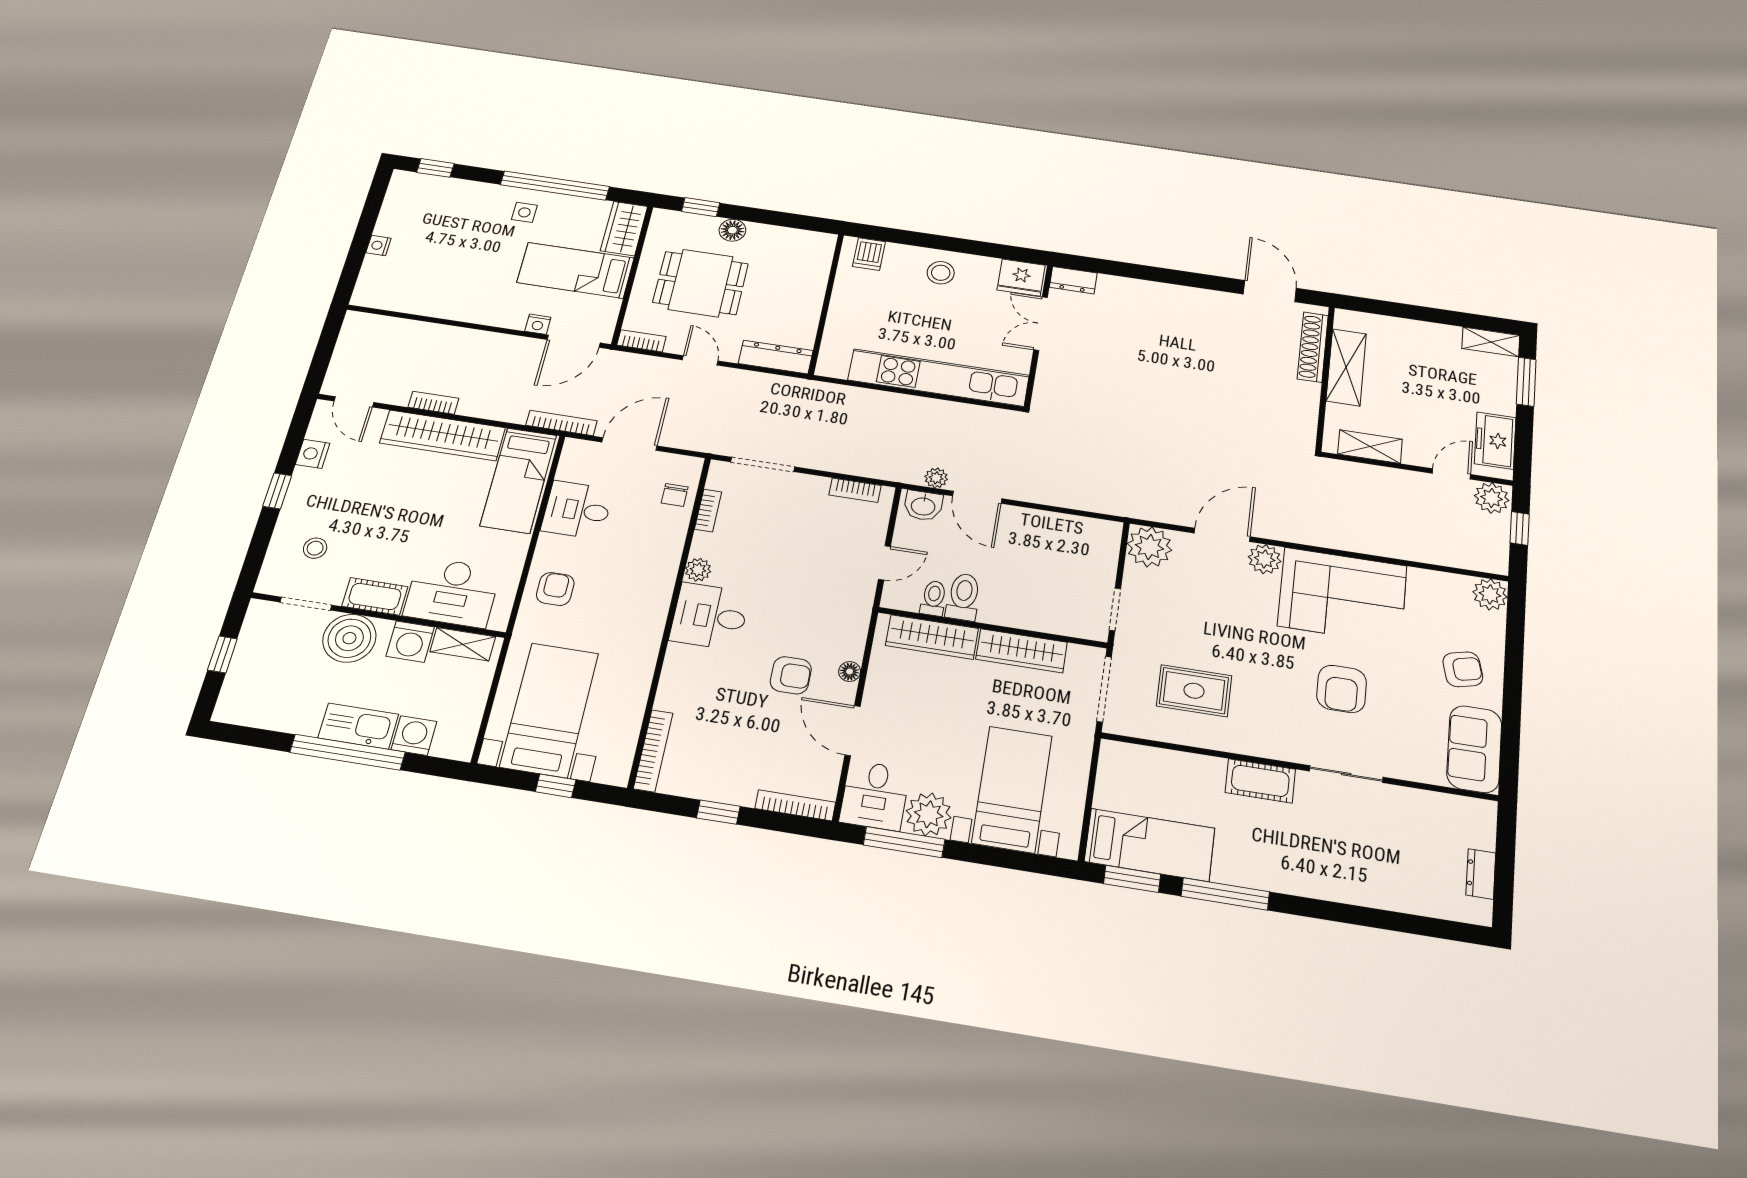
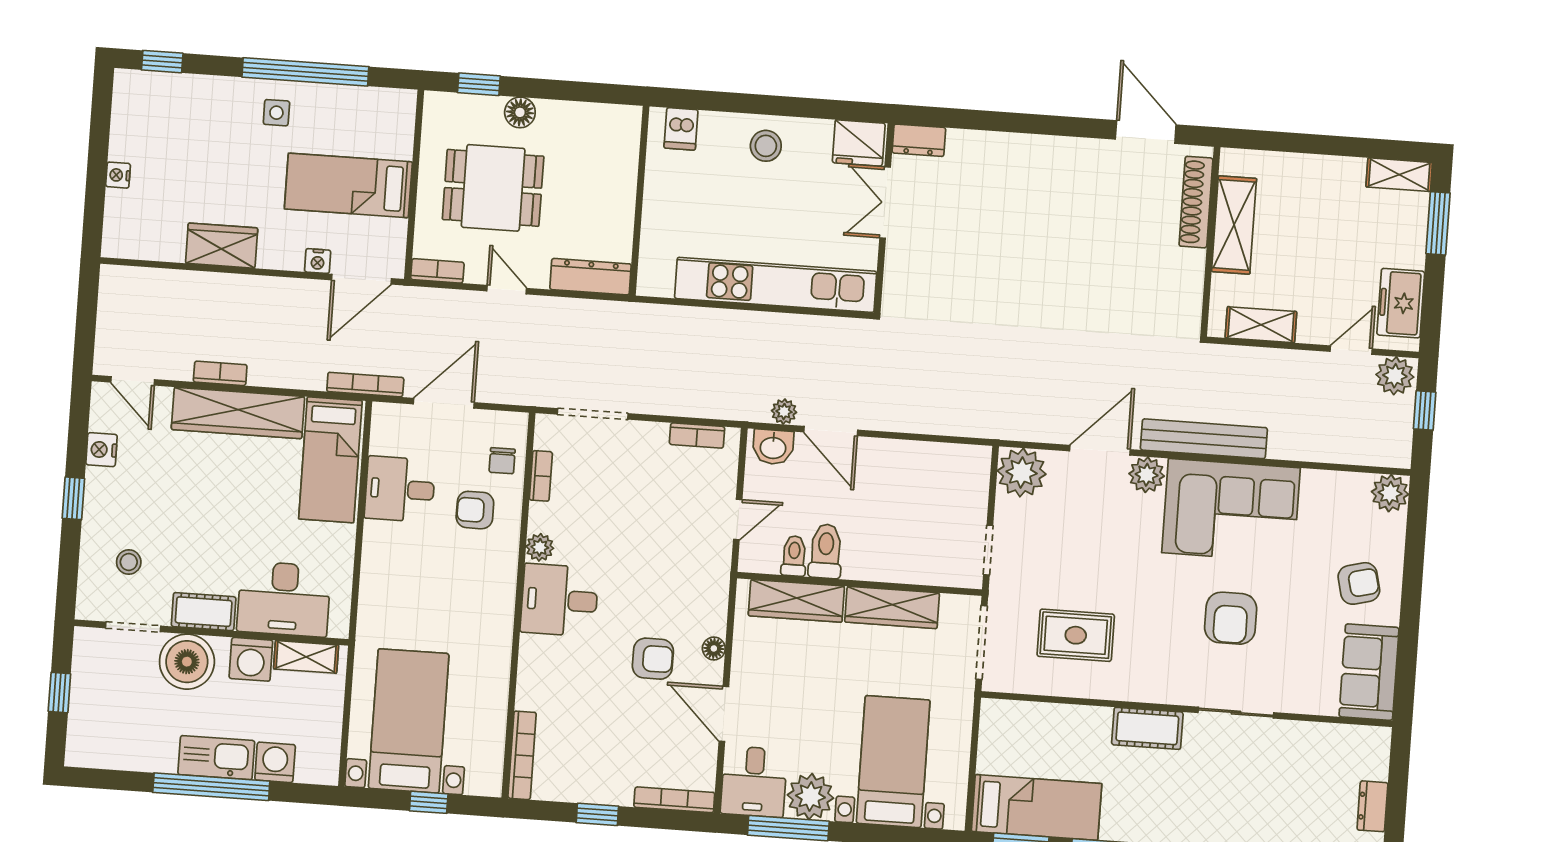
wardrobe: (624, 229) -> (222, 246), moved, turned 90
bench: (1318, 534) -> (1204, 439), added
armchair: (555, 589) -> (475, 510), moved, turned -90

